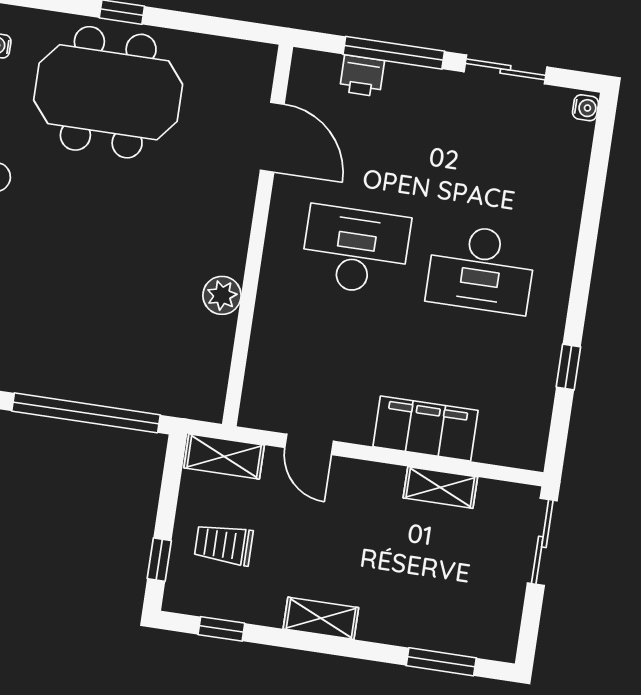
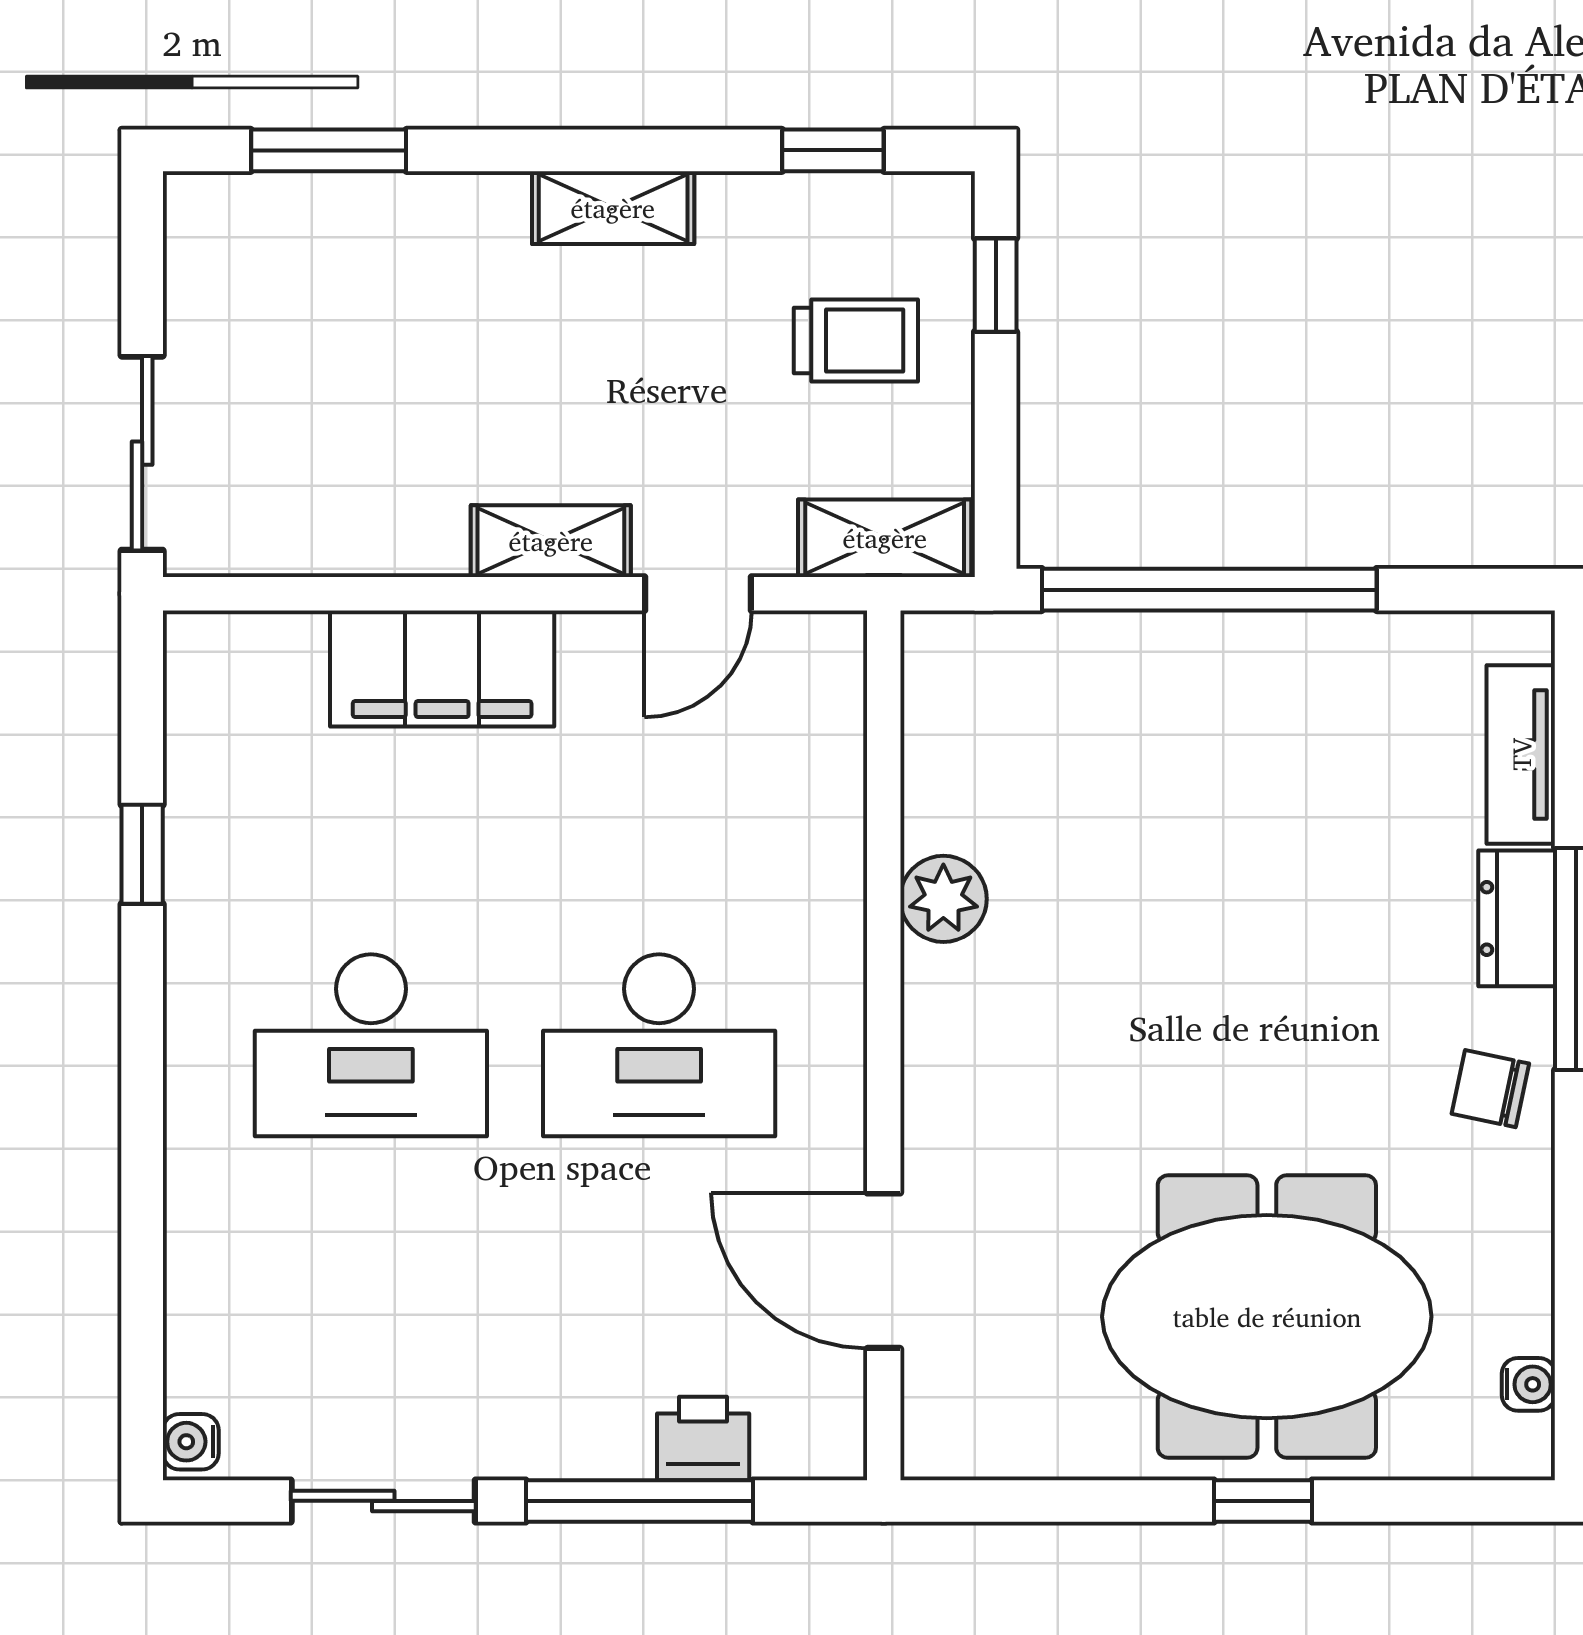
desk: (481, 269) -> (371, 1045), turned 180
door: (309, 444) -> (698, 594), swing flipped
shelving: (440, 487) -> (551, 541), moved

